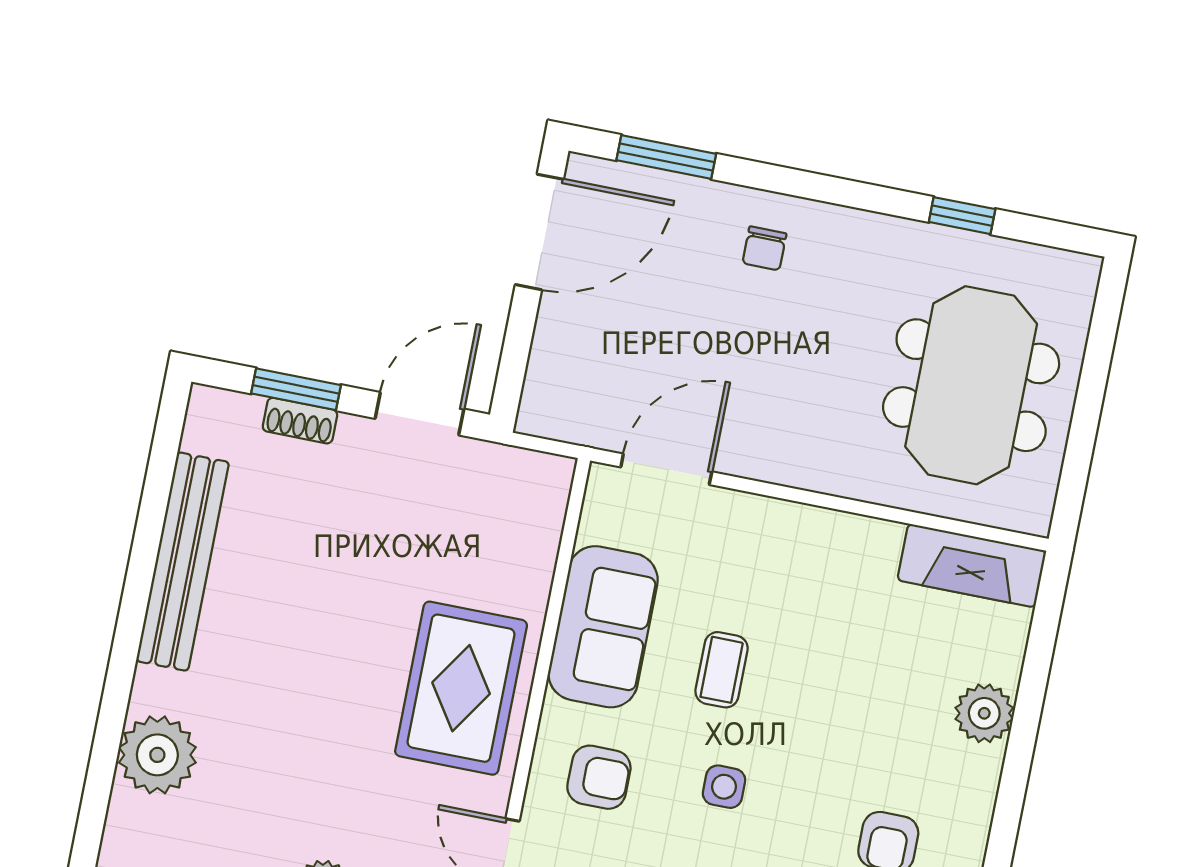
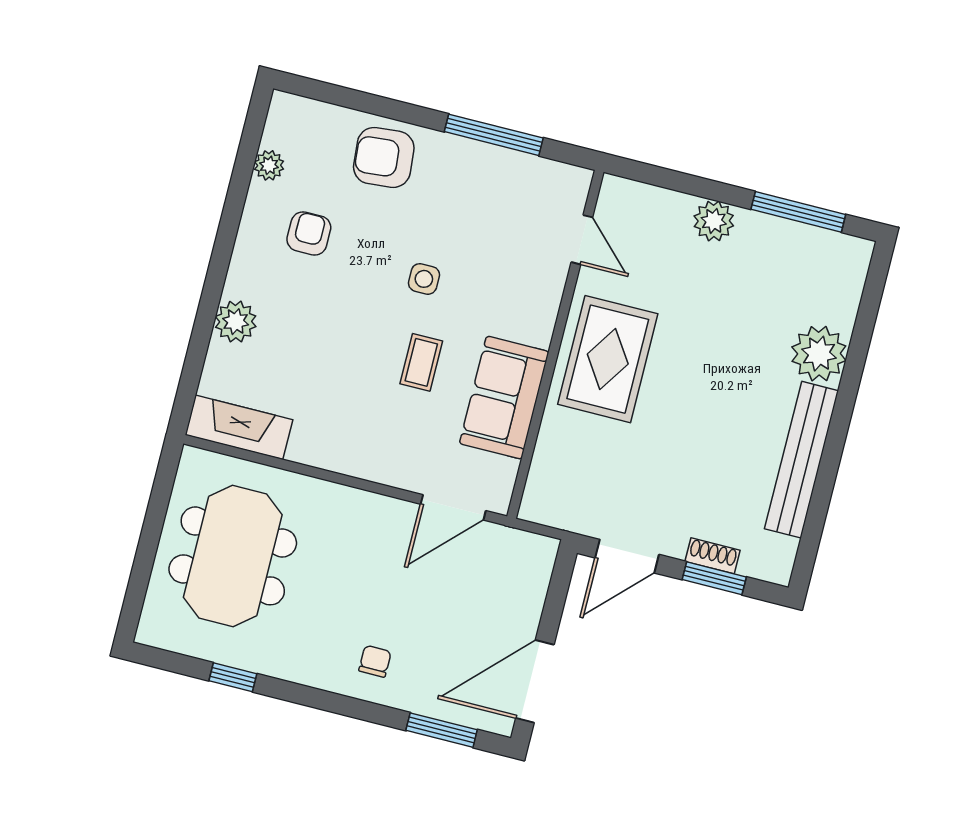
plant: (157, 755) -> (819, 354), moved
armchair: (599, 777) -> (513, 290), removed

